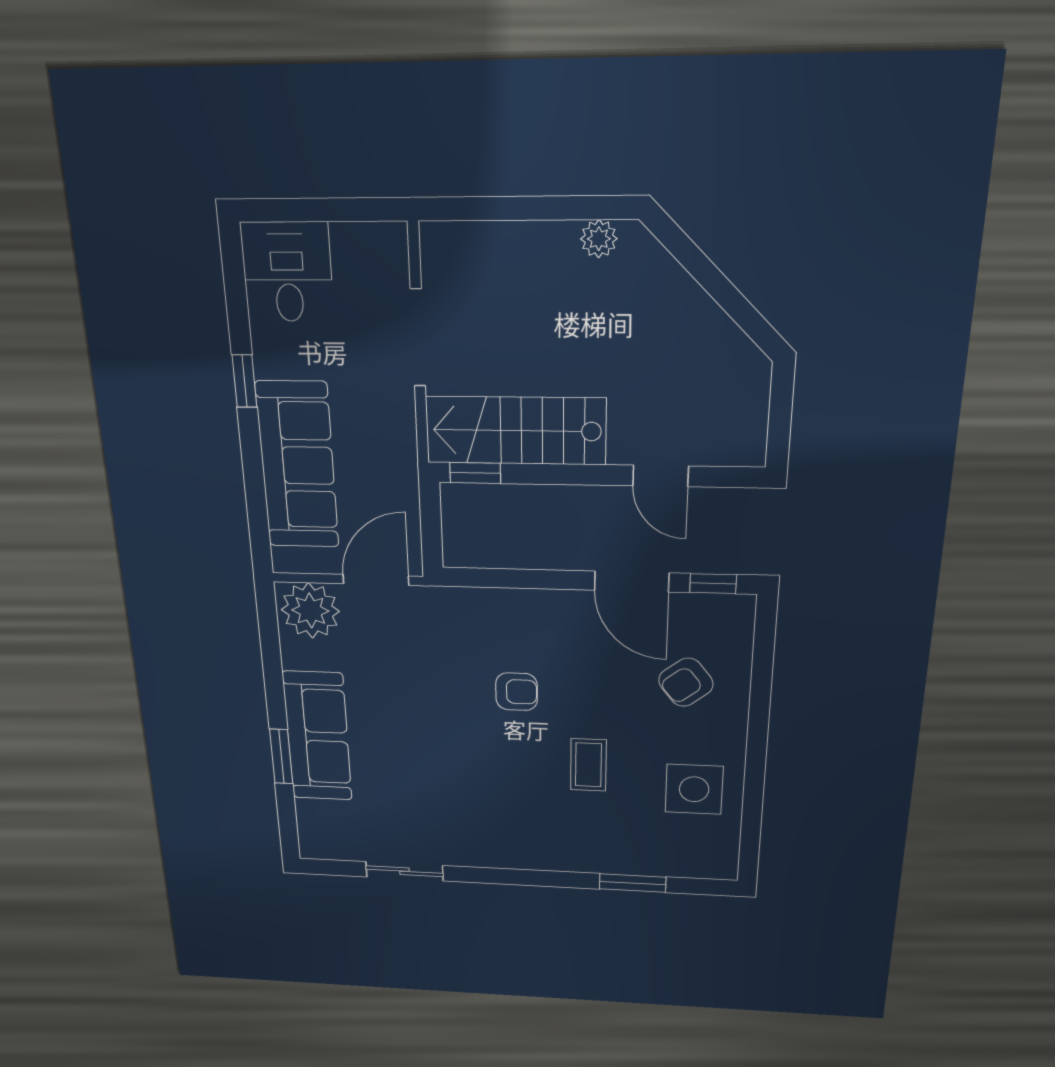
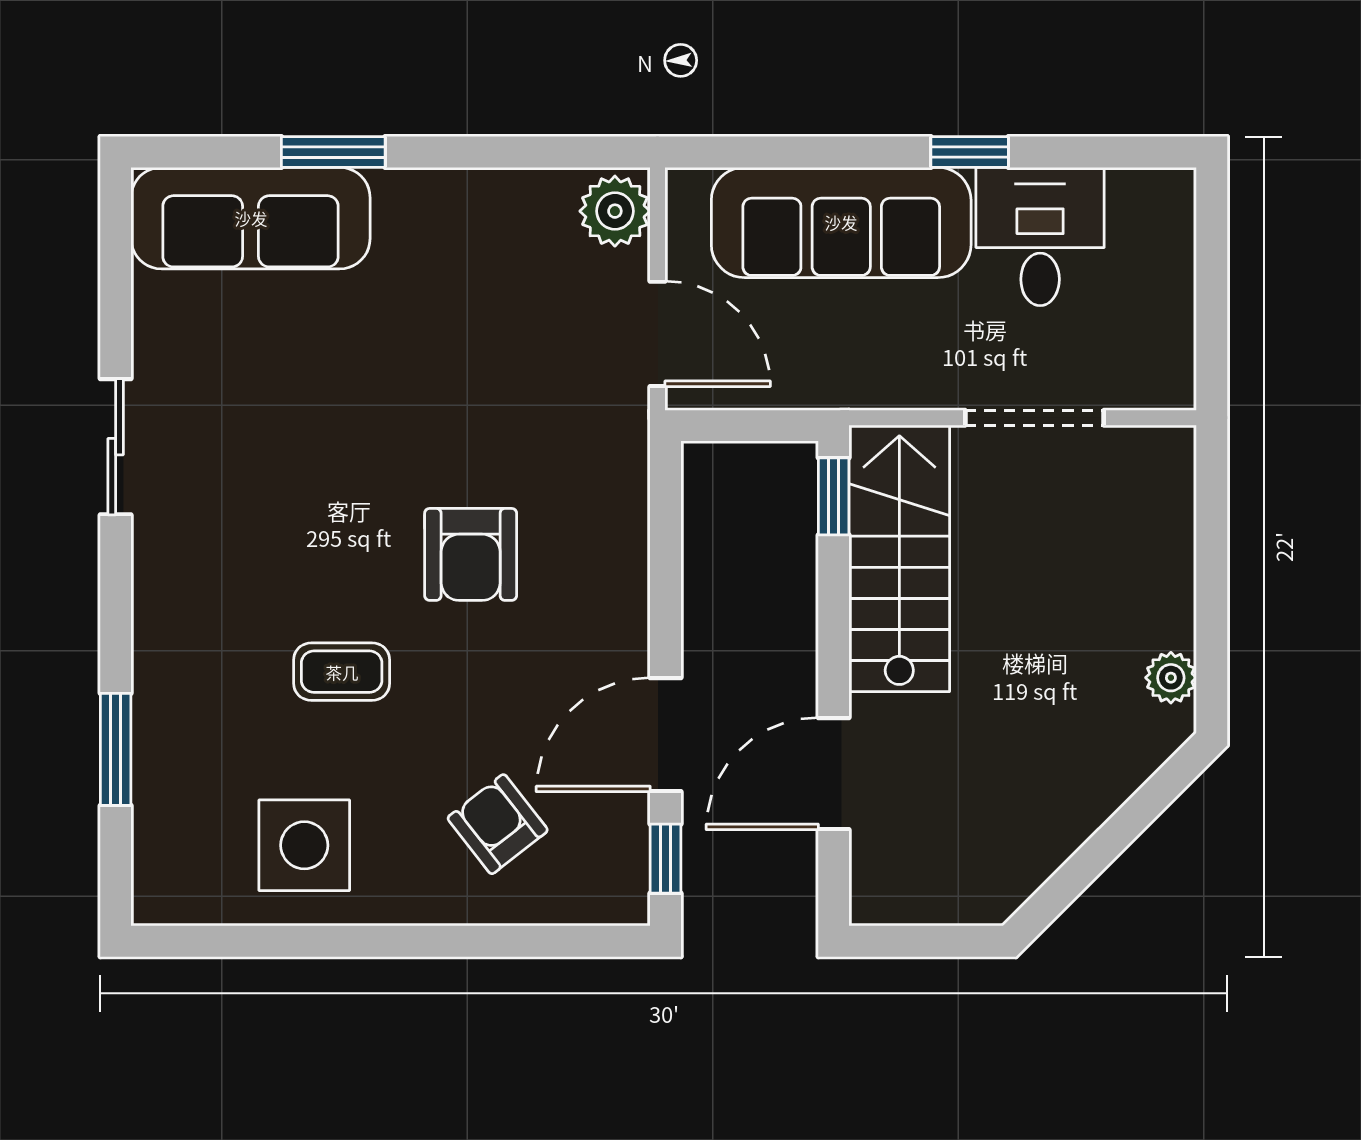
desk: (287, 272) -> (1040, 236), moved, turned -90
door: (661, 476) -> (834, 774), width x1.38
plant: (310, 611) -> (615, 211), width x0.73, depth x0.73
armchair: (517, 692) -> (471, 554), width x1.38, depth x1.38
sofa: (318, 736) -> (251, 218), moved
sliding door: (405, 871) -> (116, 447), moved

